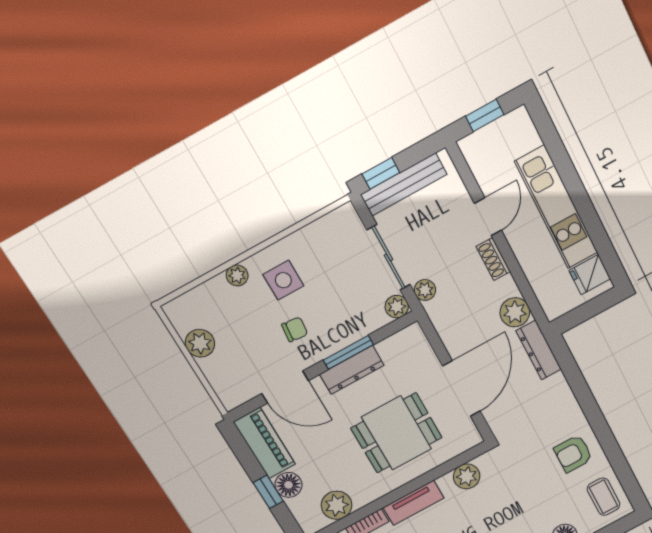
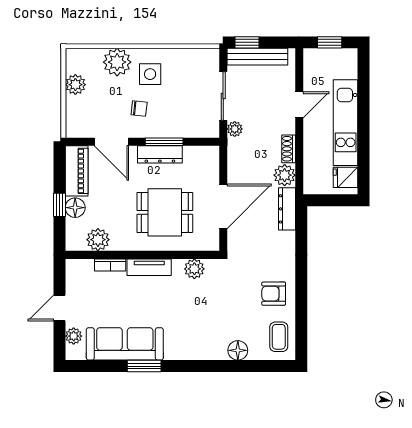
shoe rack: (493, 259) -> (289, 149), moved
plant: (237, 275) -> (117, 62), width x1.88, depth x1.88
plant: (397, 307) -> (211, 130), removed

